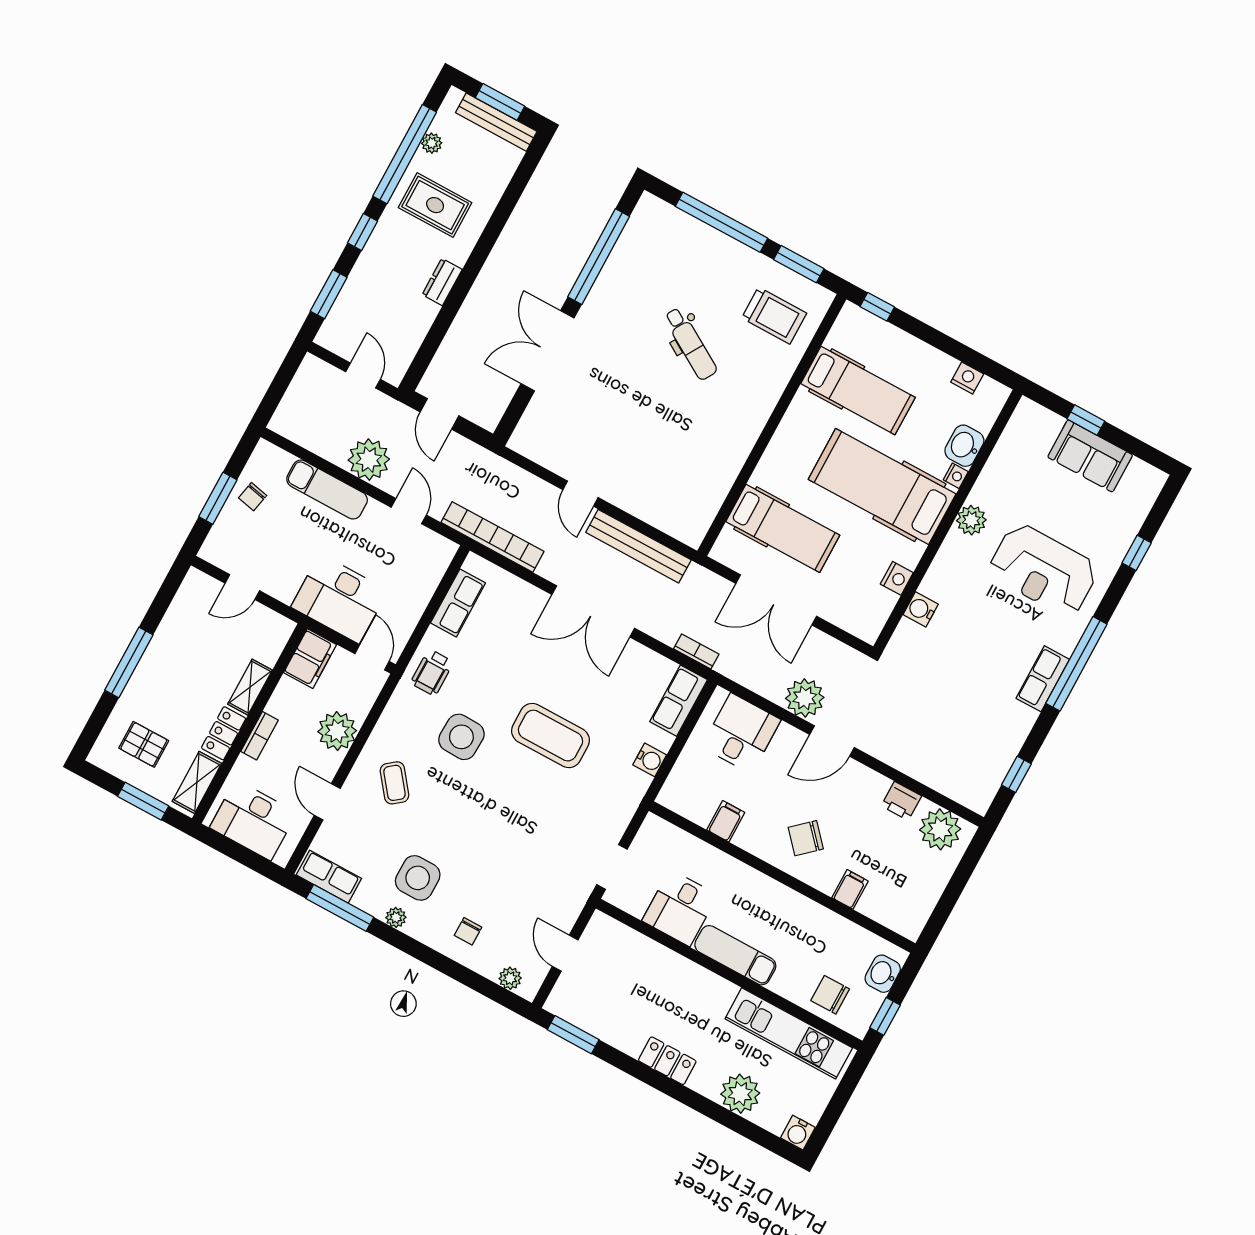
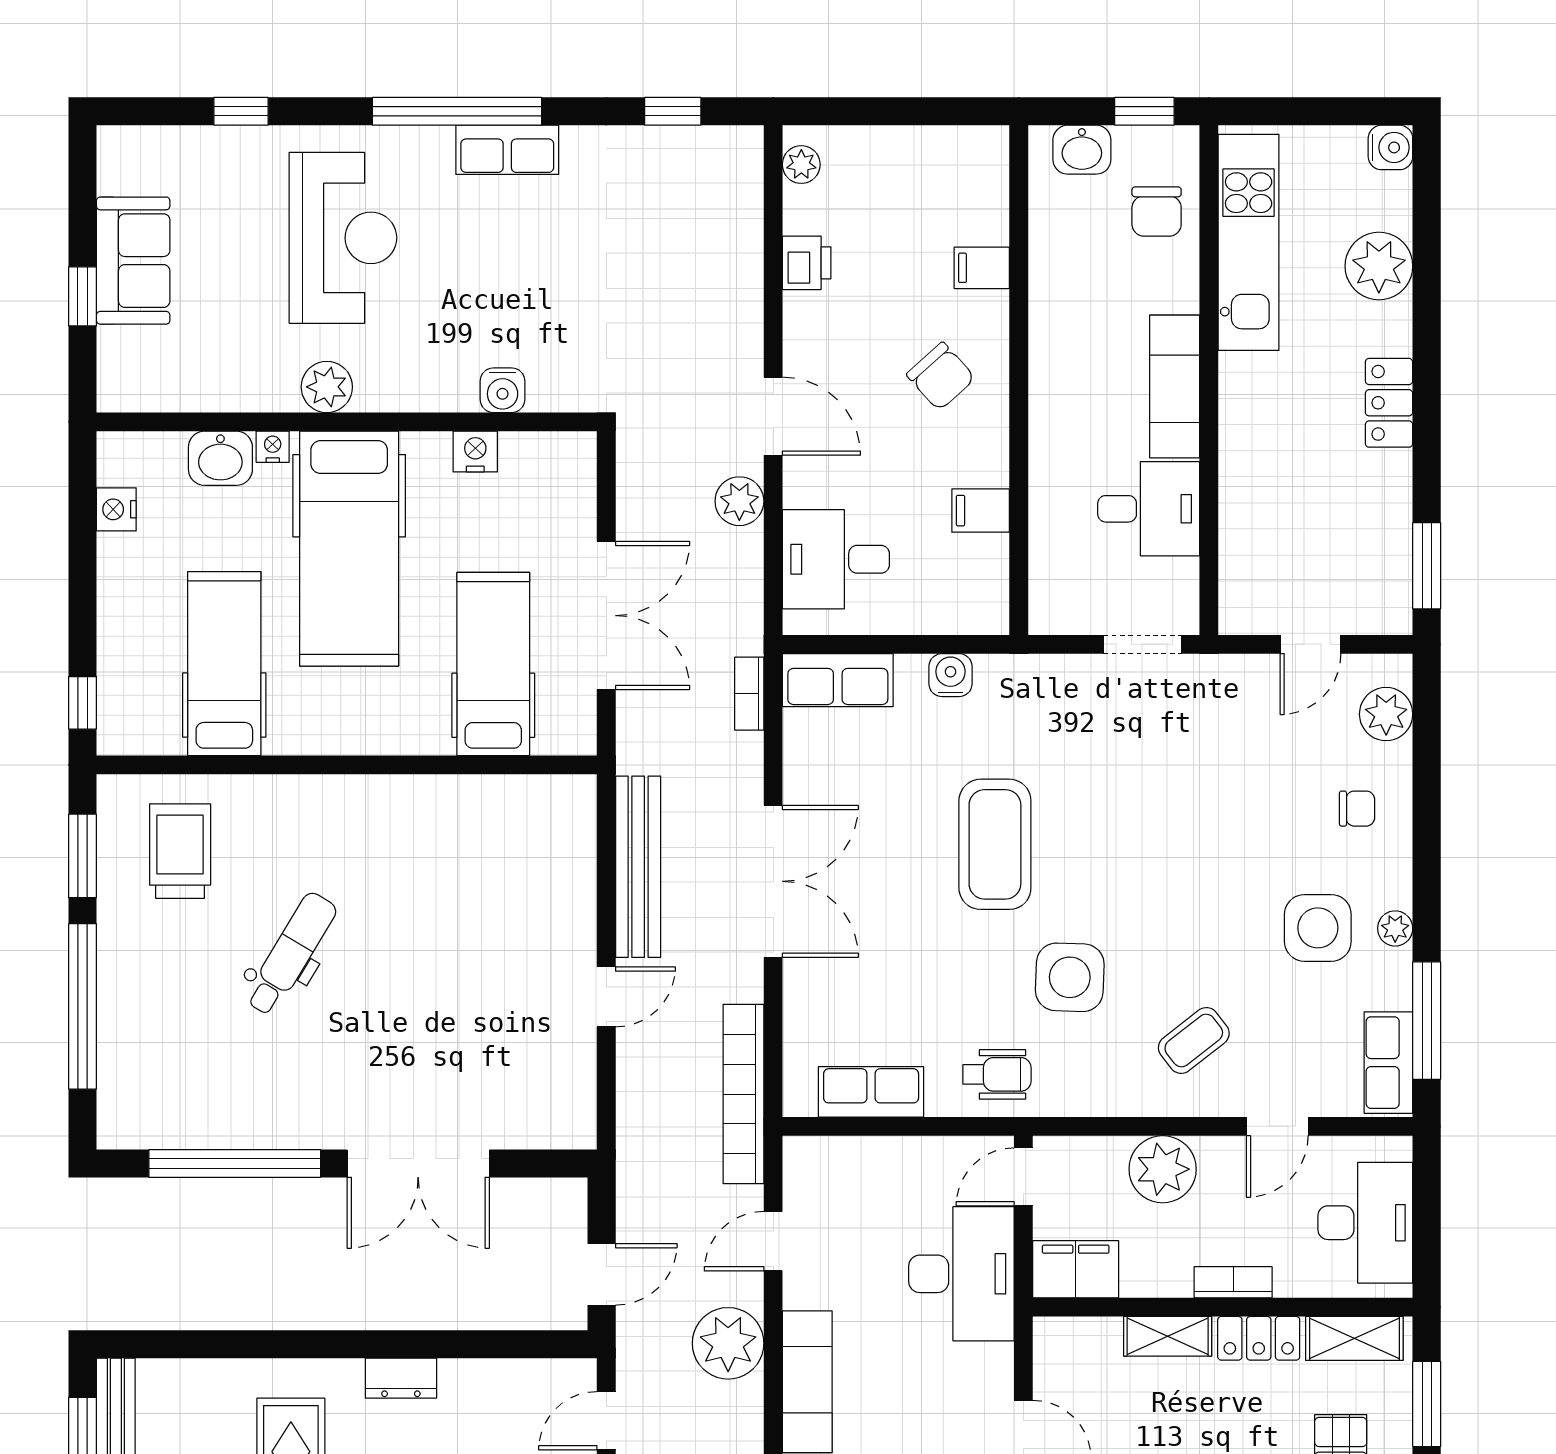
plant: (805, 698) -> (739, 501), width x0.73, depth x0.73
plant: (940, 829) -> (801, 165), width x0.53, depth x0.53
plant: (510, 978) -> (1386, 714), width x1.38, depth x1.38

